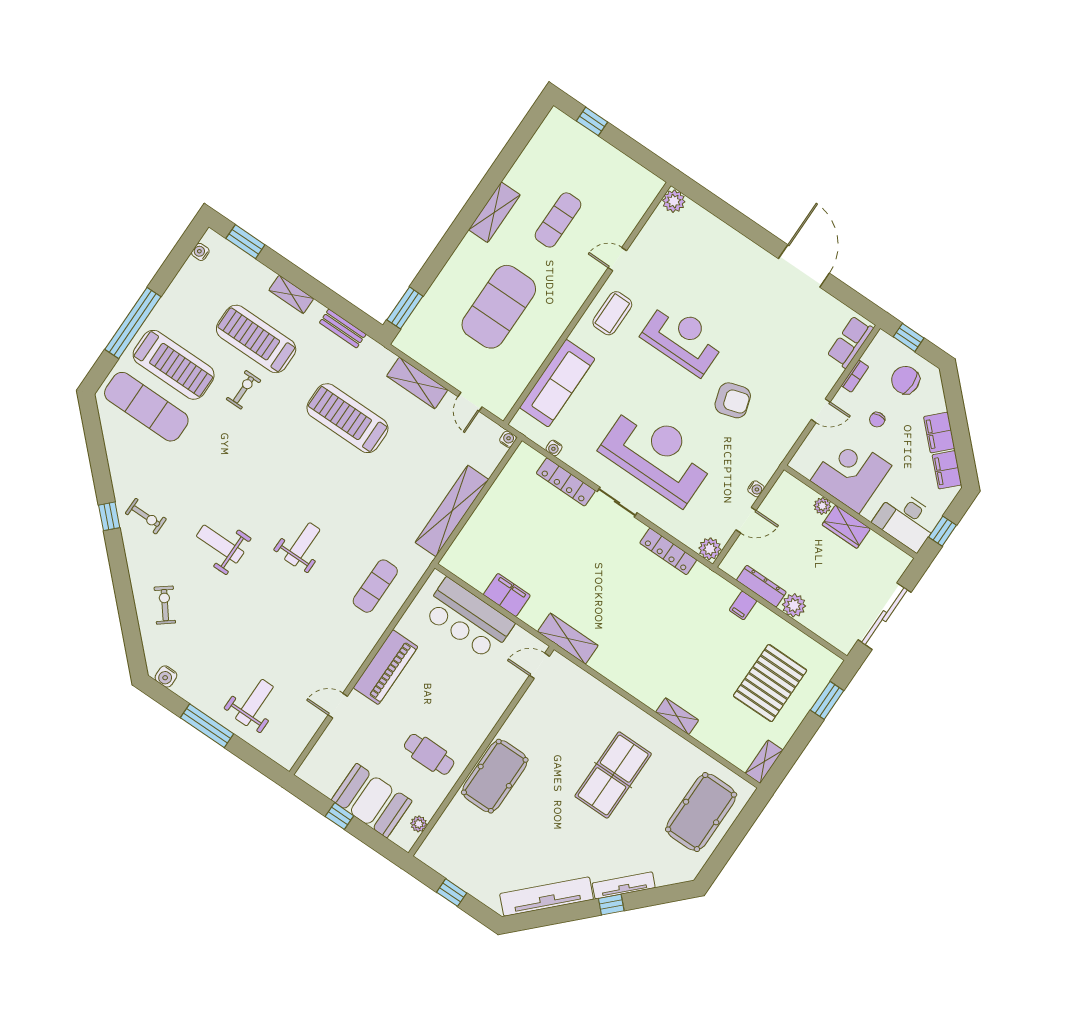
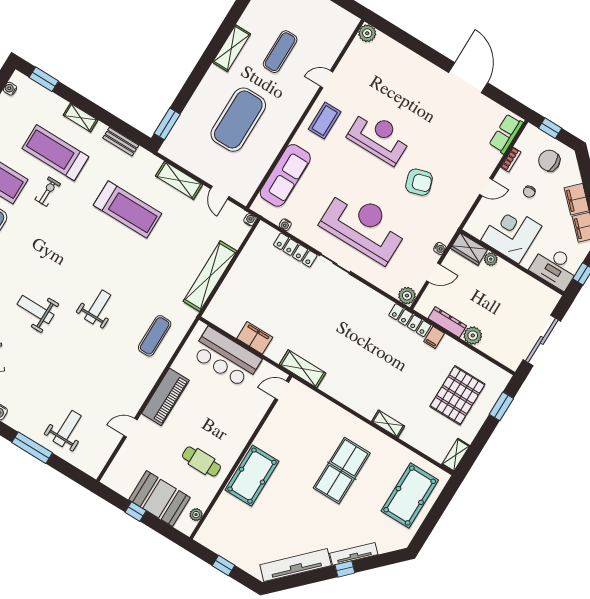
treadmill: (347, 418) -> (128, 209), turned 180
wardrobe: (846, 527) -> (469, 249), moved
locker: (668, 551) -> (410, 320), moved

